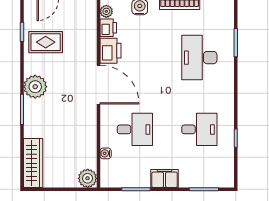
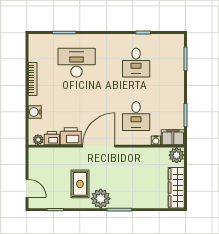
rug: (46, 42) -> (80, 184), moved
desk: (199, 58) -> (77, 63), turned 180
desk: (135, 129) -> (136, 116), turned 180
desk: (199, 129) -> (136, 63), turned 180
wardrobe: (33, 163) -> (176, 188), moved, turned -90
filing cabinet: (164, 178) -> (173, 137), moved, turned 90

